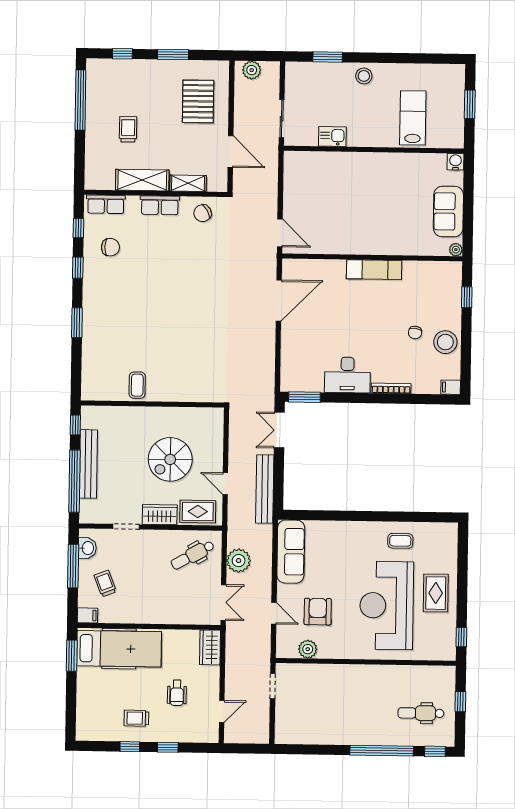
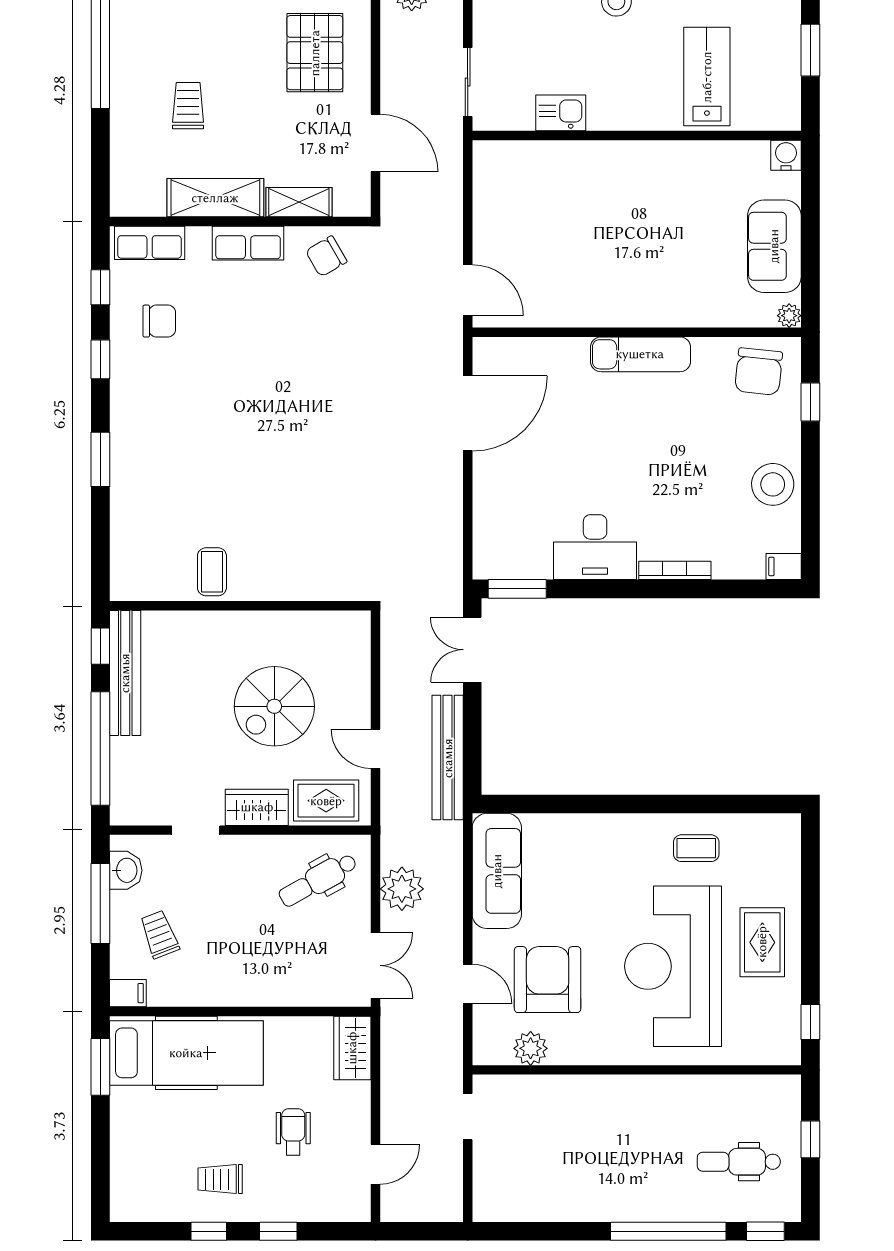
chair: (415, 333) -> (759, 372), moved, width x1.87, depth x1.87
bench: (88, 464) -> (125, 673), moved
armchair: (318, 612) -> (548, 980), width x1.36, depth x1.36
wheelchair: (177, 693) -> (293, 1132), turned 180

